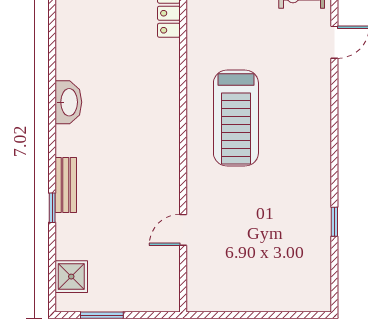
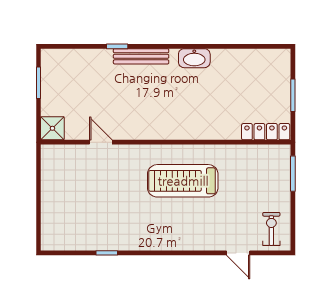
bench: (66, 185) -> (141, 56), width x1.36
shower: (71, 277) -> (52, 128), moved

